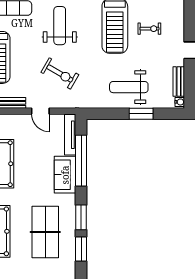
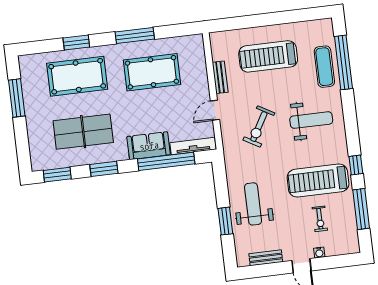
water cooler: (180, 102) -> (319, 252), moved
window: (81, 249) -> (57, 175), moved

